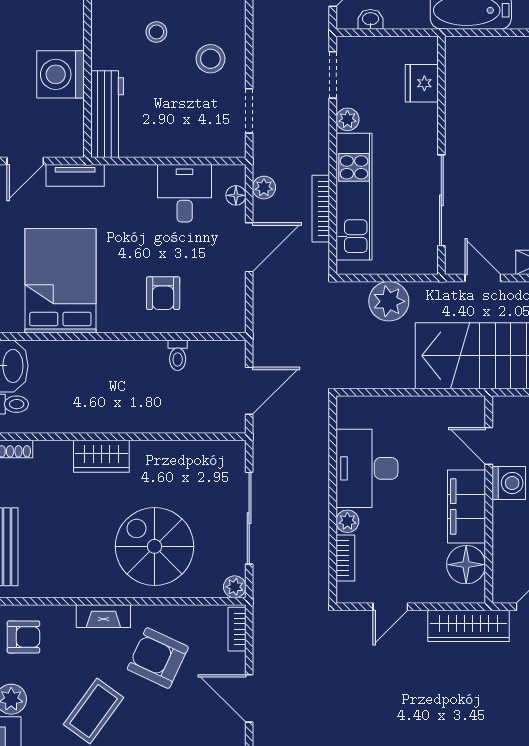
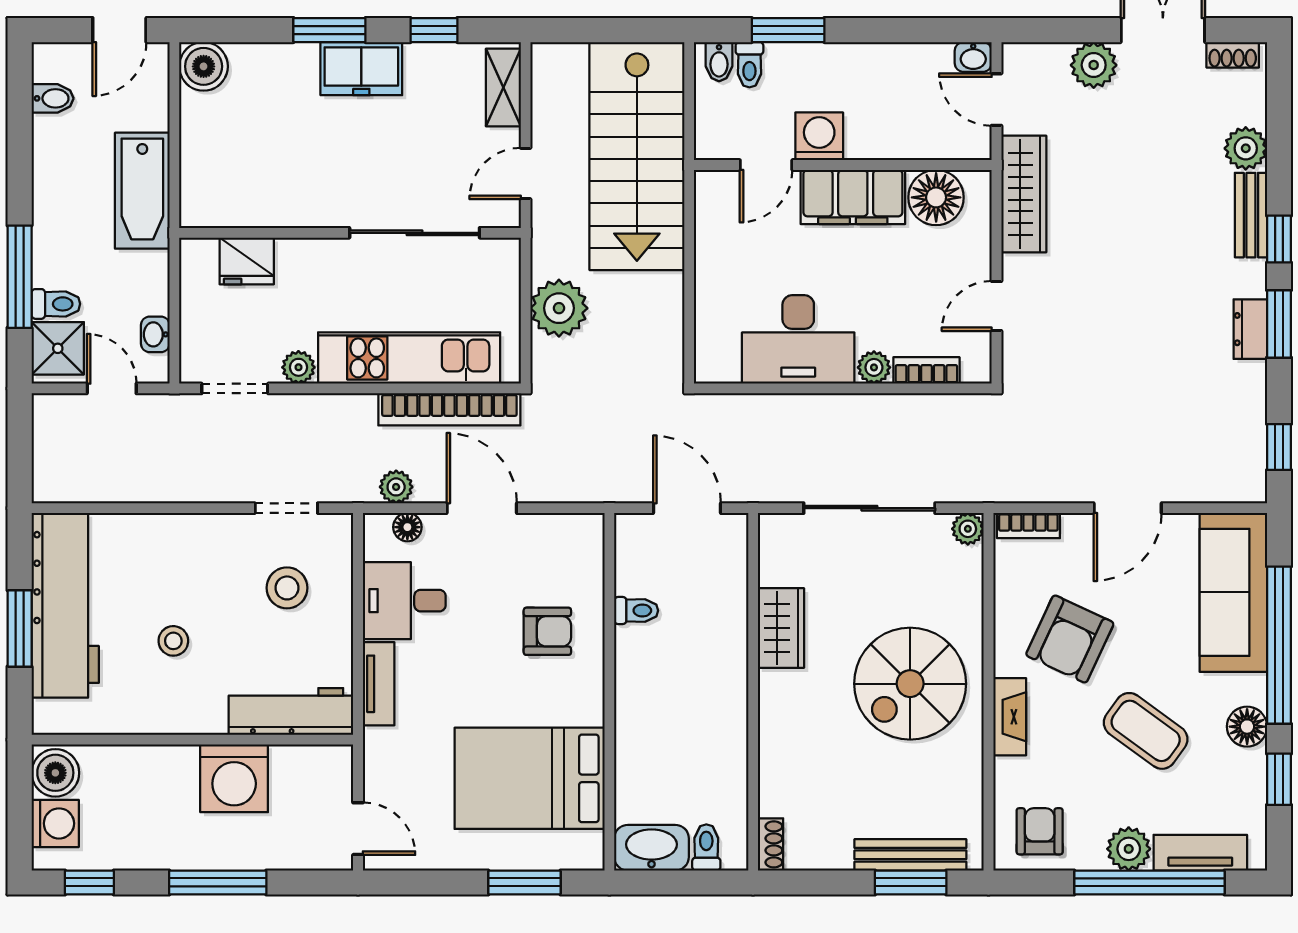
stool: (210, 59) -> (287, 588), moved
tv unit: (75, 175) -> (379, 684), moved
bookcase: (321, 209) -> (449, 409), width x1.48, depth x1.31
wardrobe: (101, 456) -> (781, 628), moved
spiral stairs: (155, 546) -> (910, 684), moved
door: (390, 607) -> (996, 306), swing flipped

